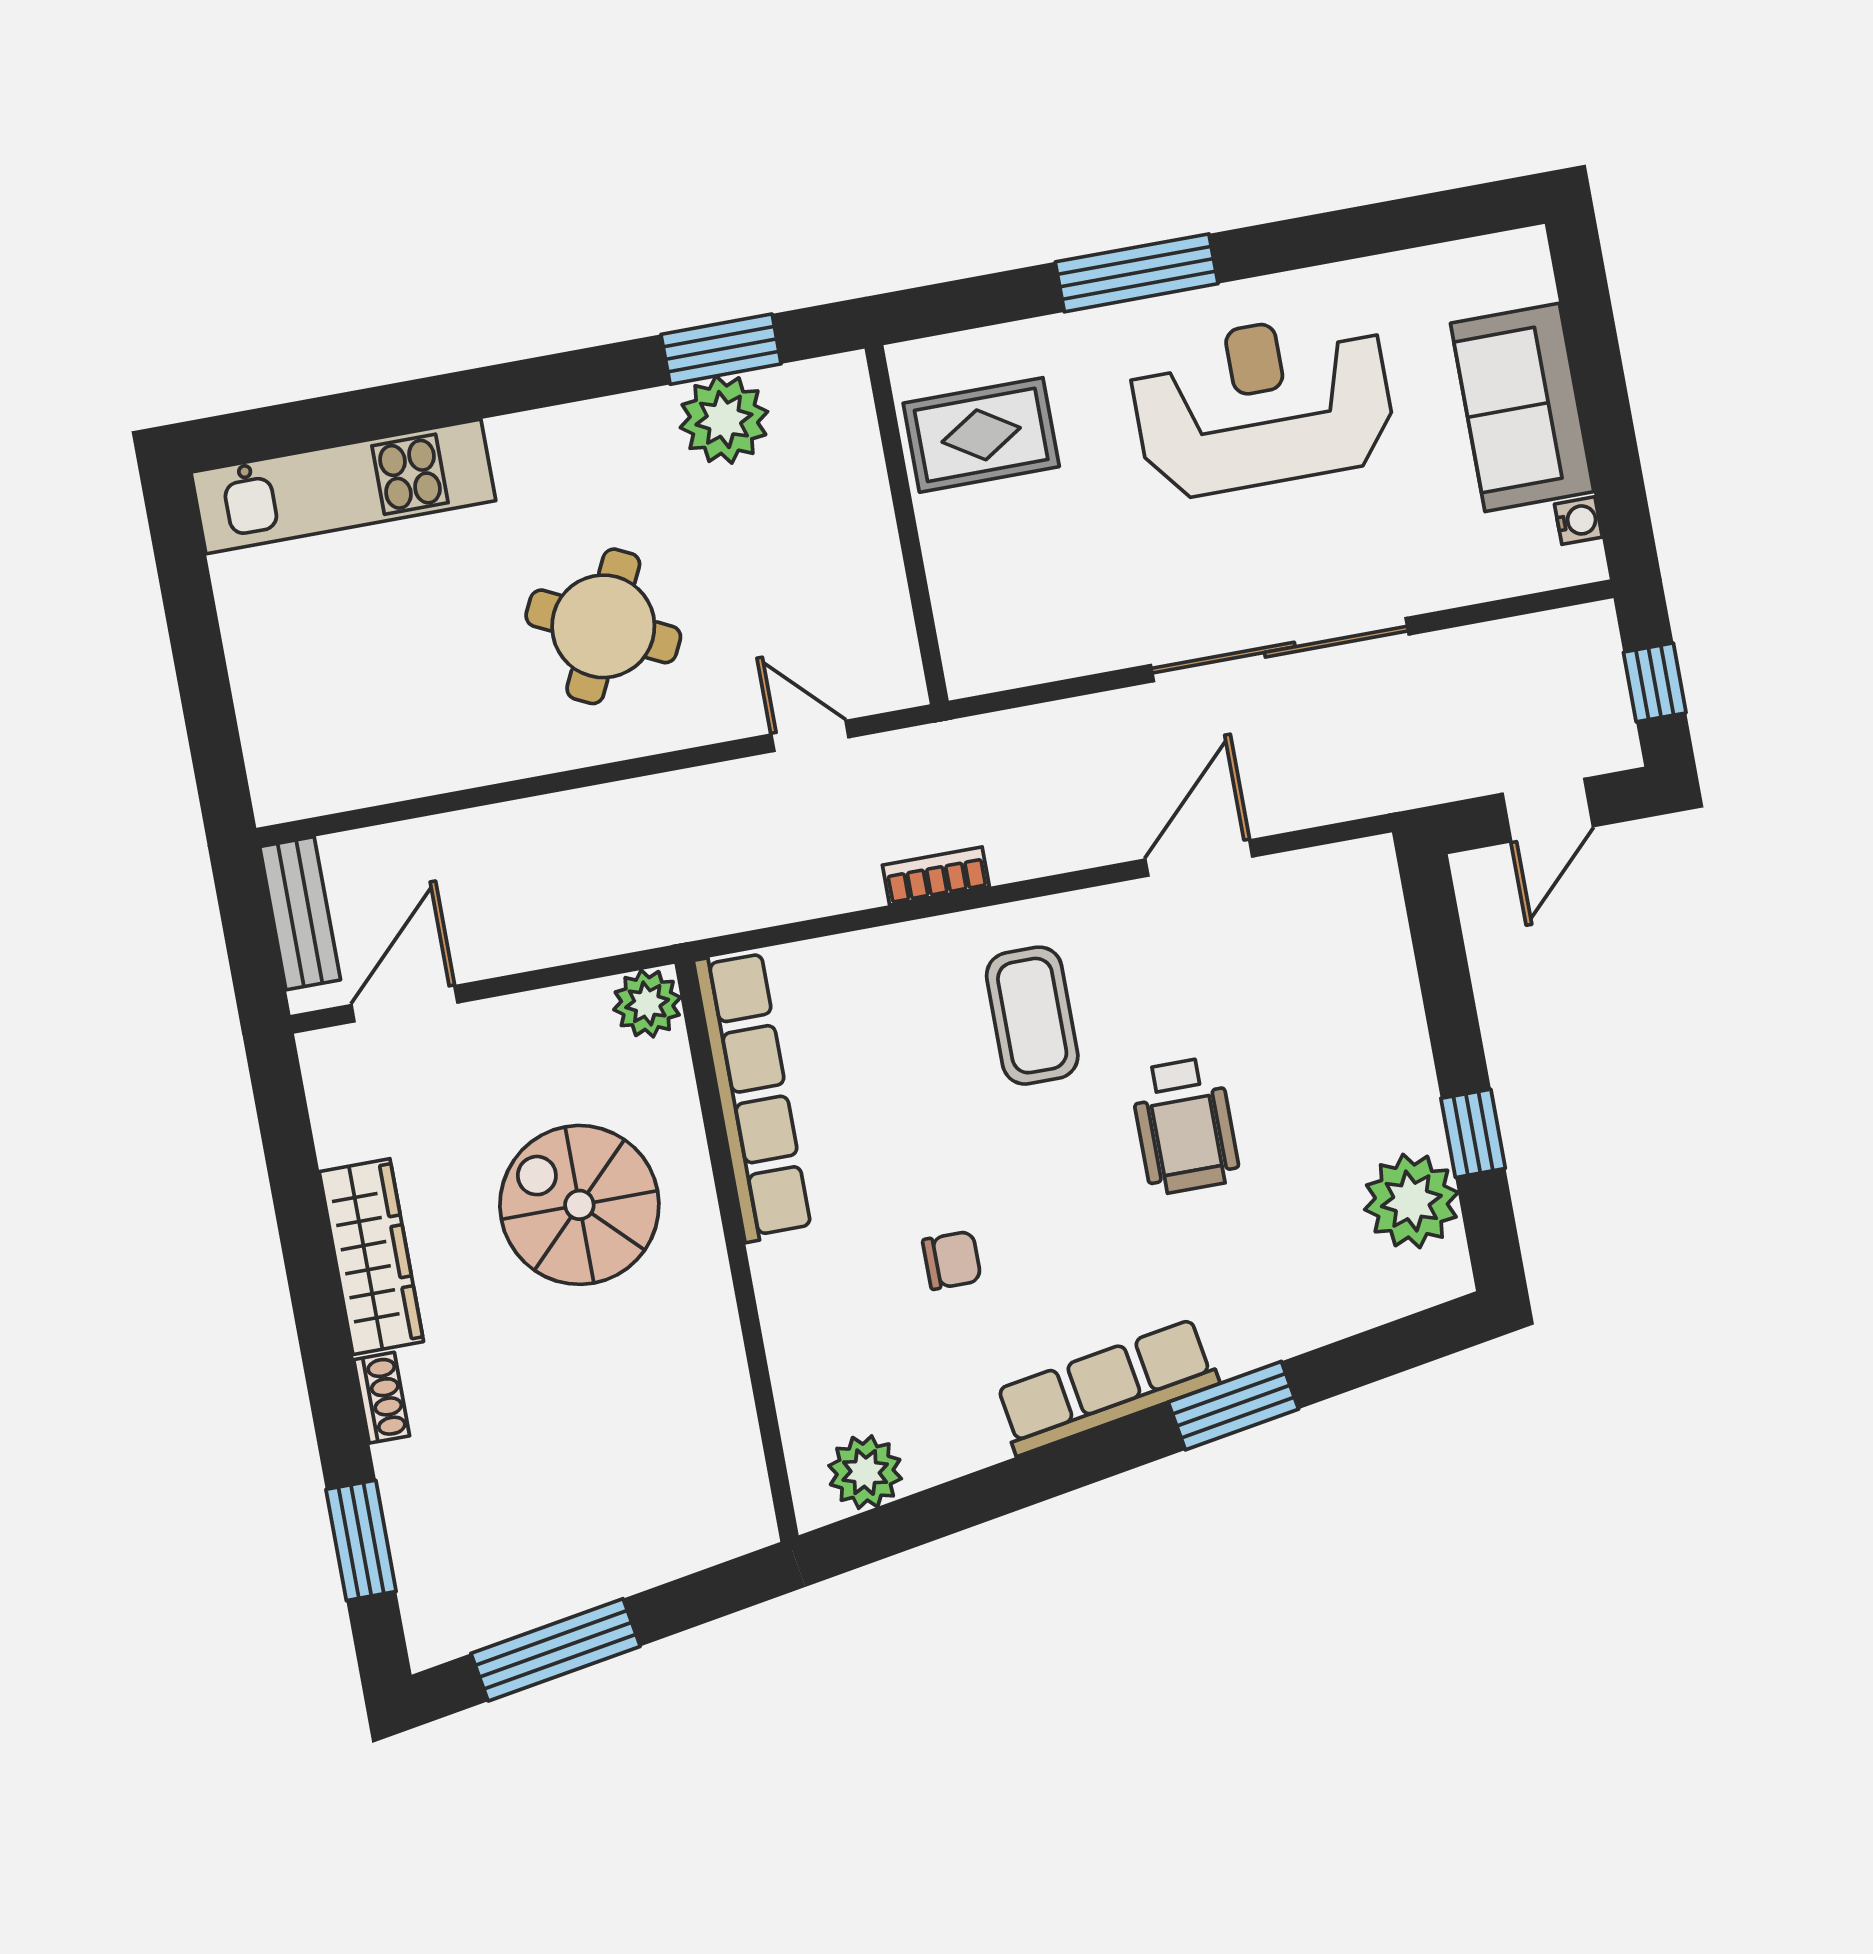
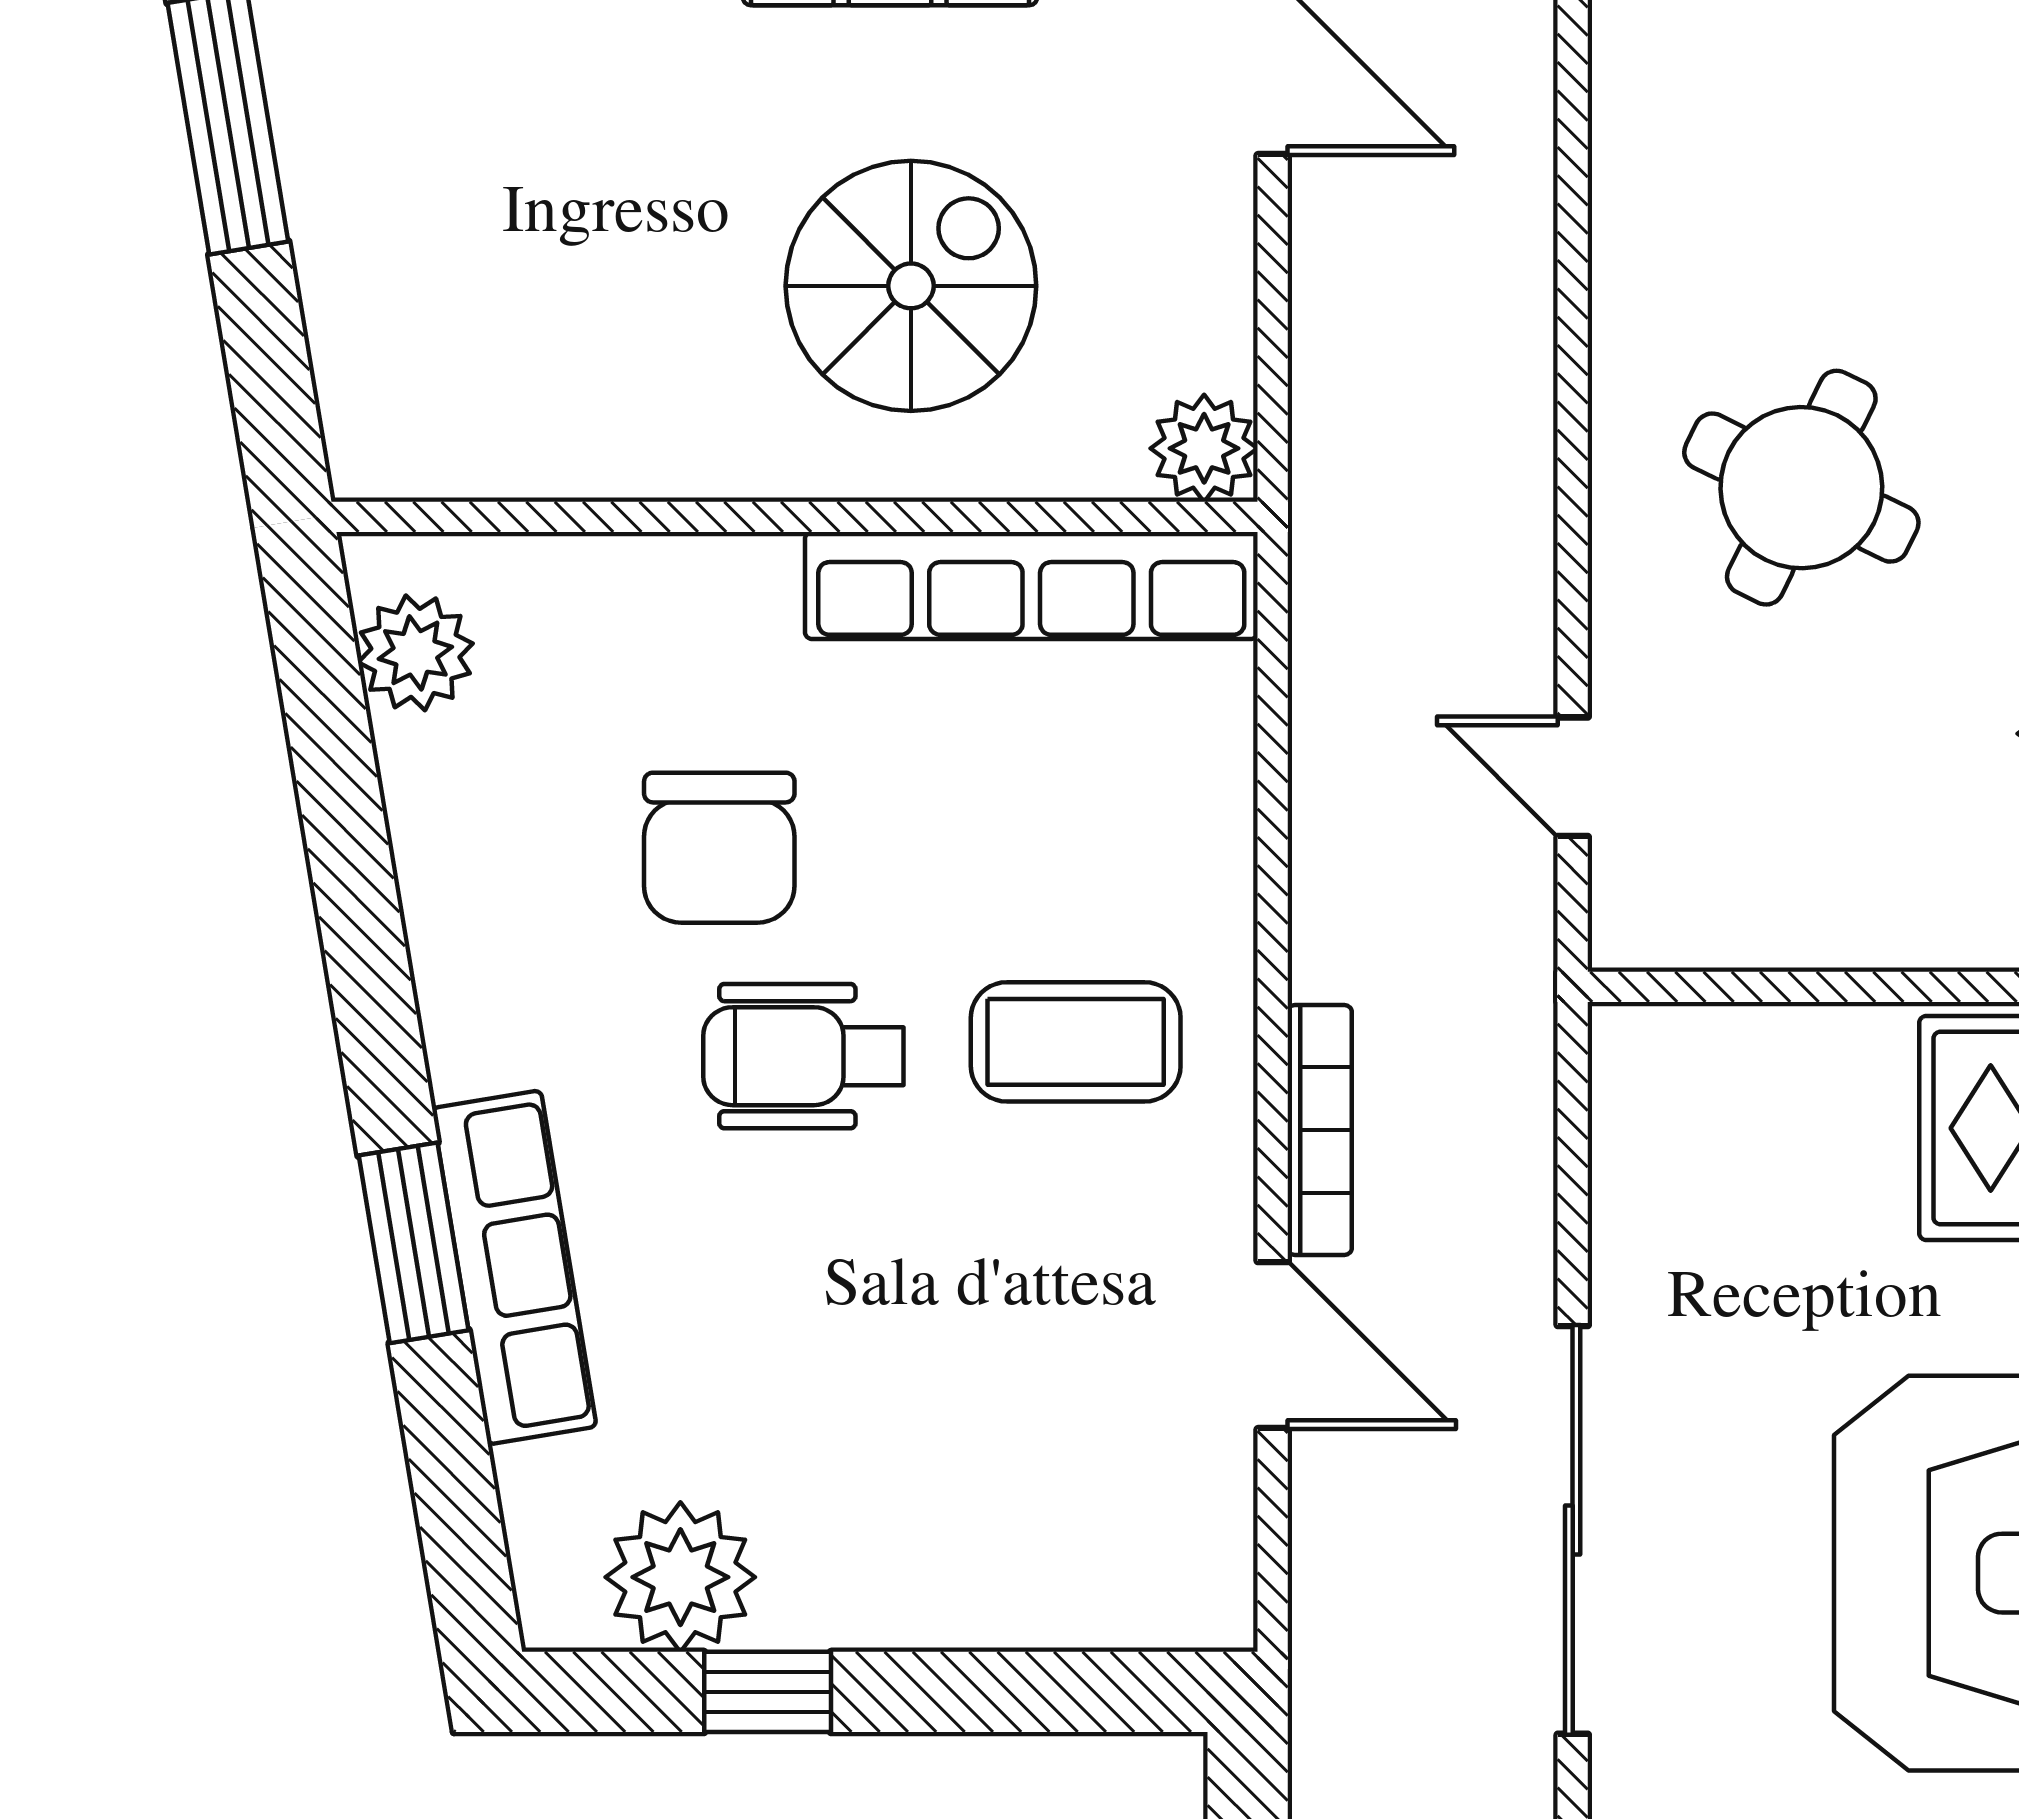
door: (810, 736) -> (1573, 777), swing flipped
bookcase: (936, 876) -> (1320, 1130), moved, width x1.56
wheelchair: (1185, 1126) -> (803, 1056), moved
chair: (952, 1260) -> (719, 848), width x1.87, depth x1.87
row of seats: (1107, 1387) -> (514, 1267), moved

